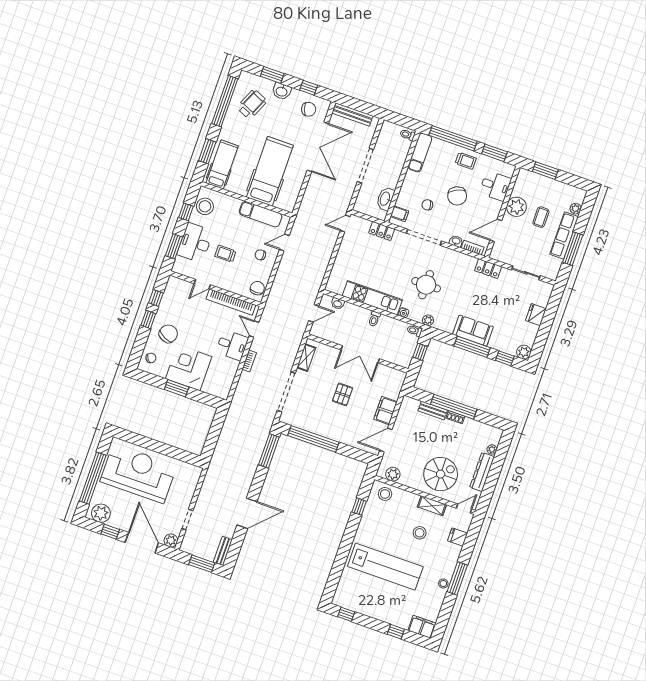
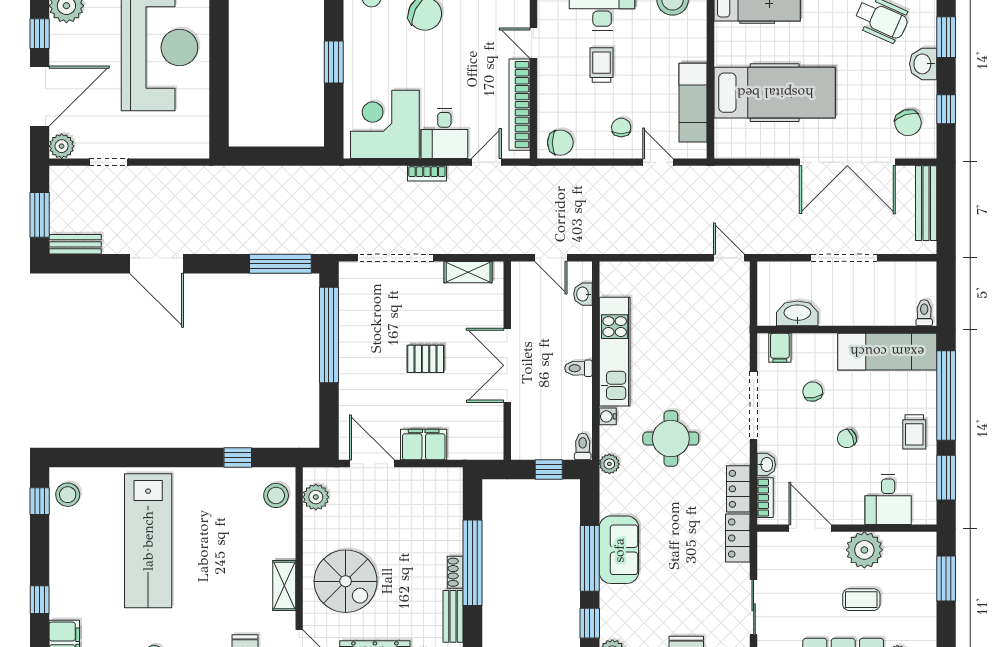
exam couch: (420, 153) -> (887, 352), width x1.36, depth x1.45
chair: (457, 196) -> (847, 438), width x0.54, depth x0.54
locker: (382, 231) -> (738, 489), moved
corner desk: (189, 368) -> (385, 124), moved, turned -90
bench: (433, 410) -> (453, 616), moved
stool: (420, 533) -> (68, 495), moved

